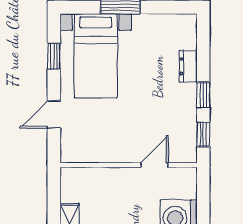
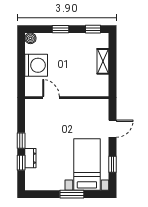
window: (203, 134) -> (21, 163), moved
door: (154, 165) -> (51, 98), swing flipped

